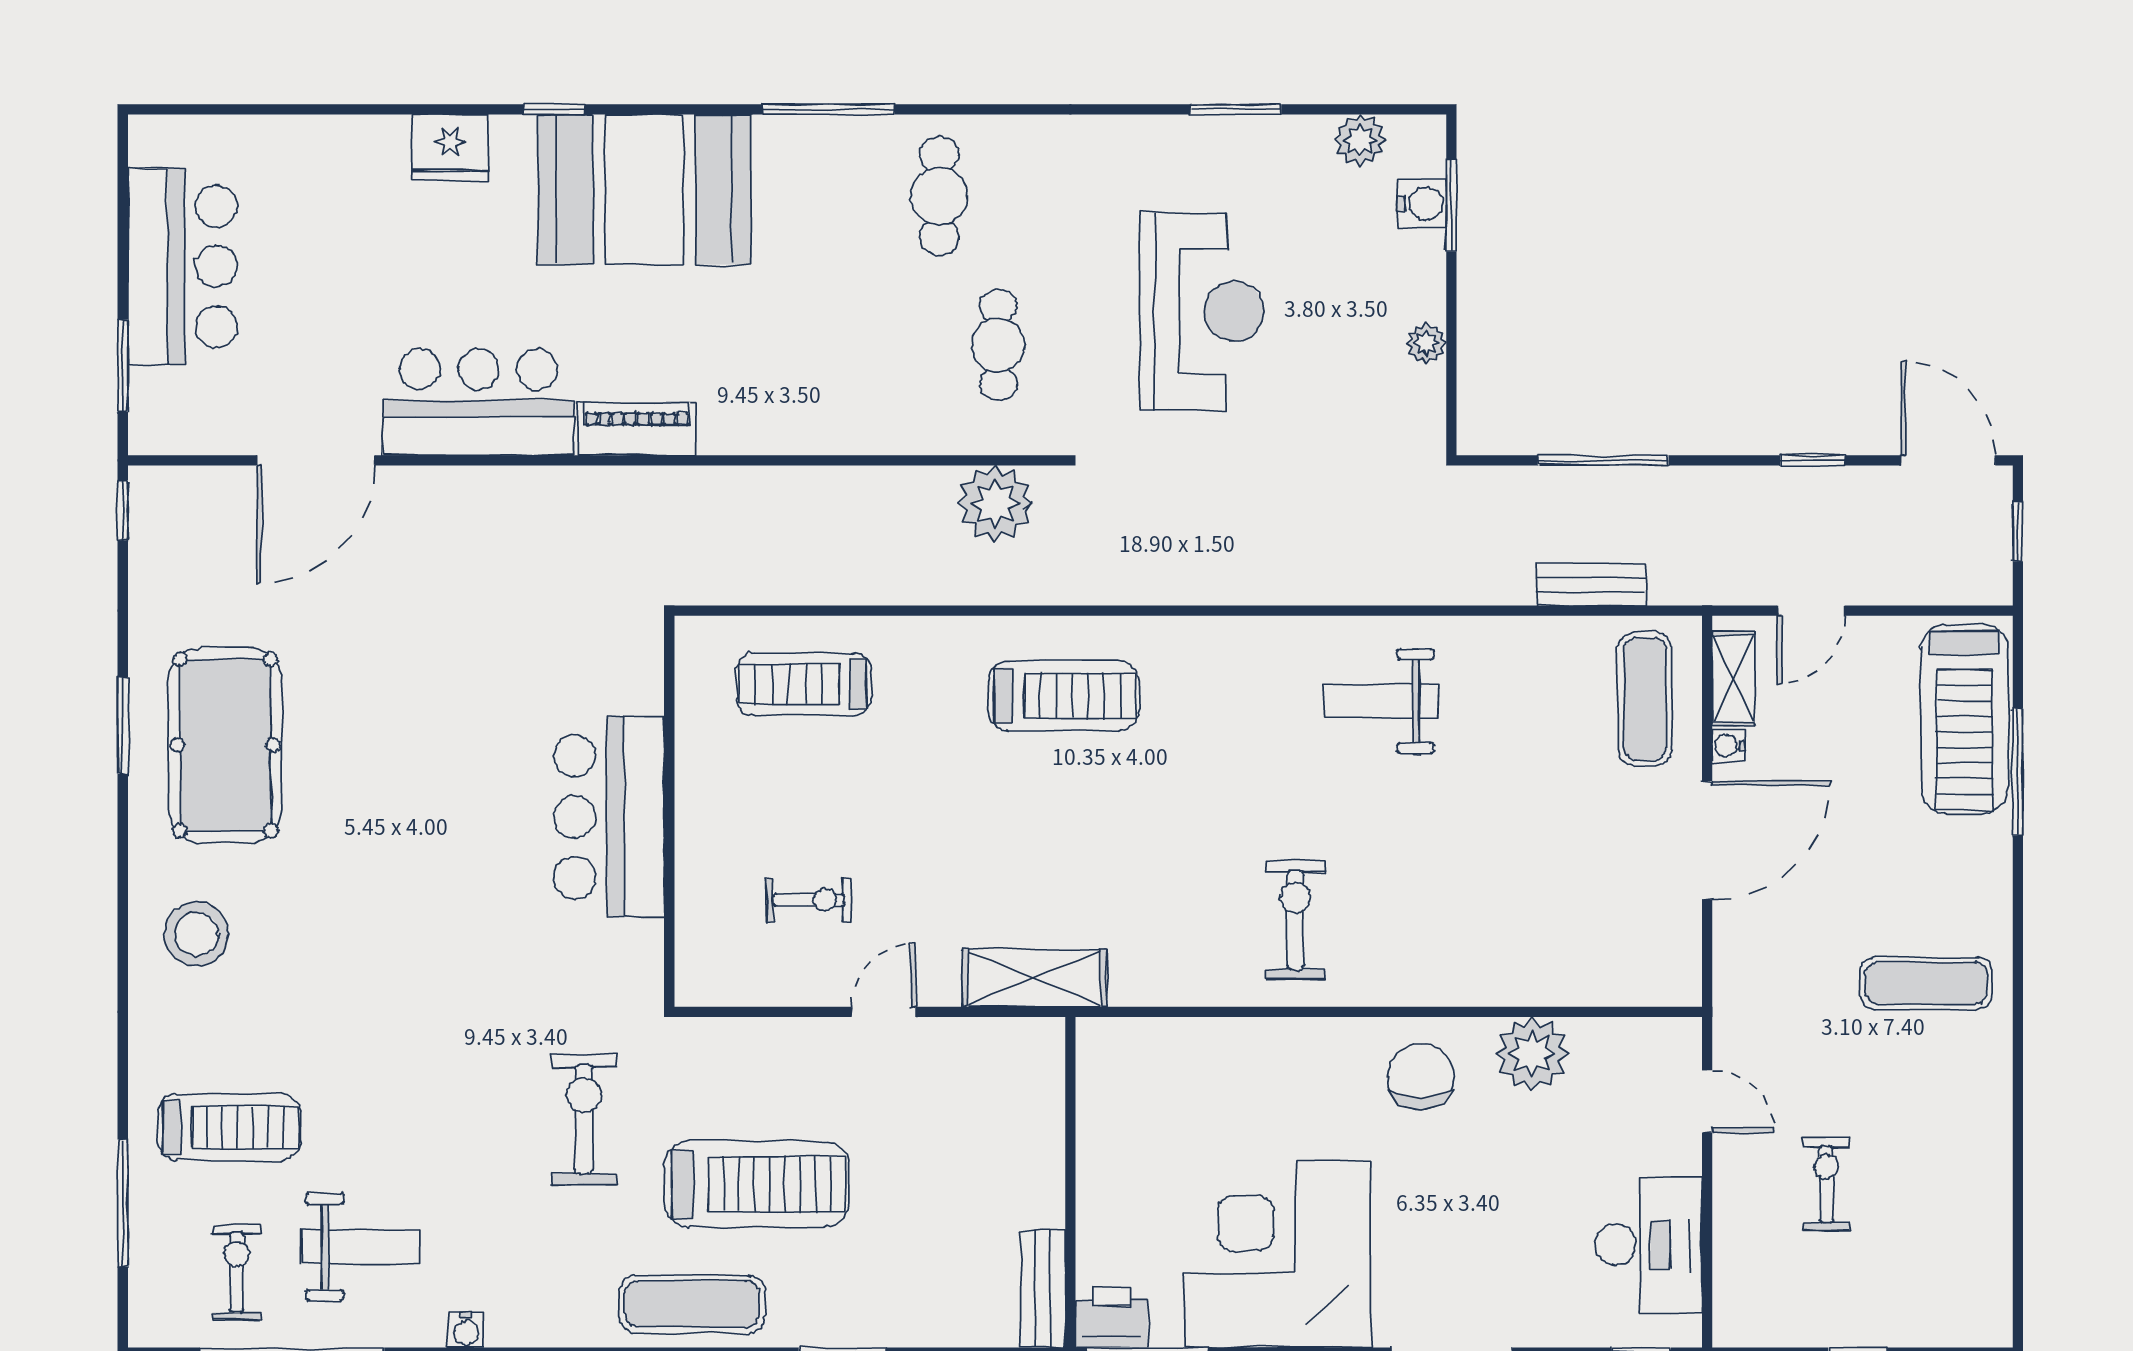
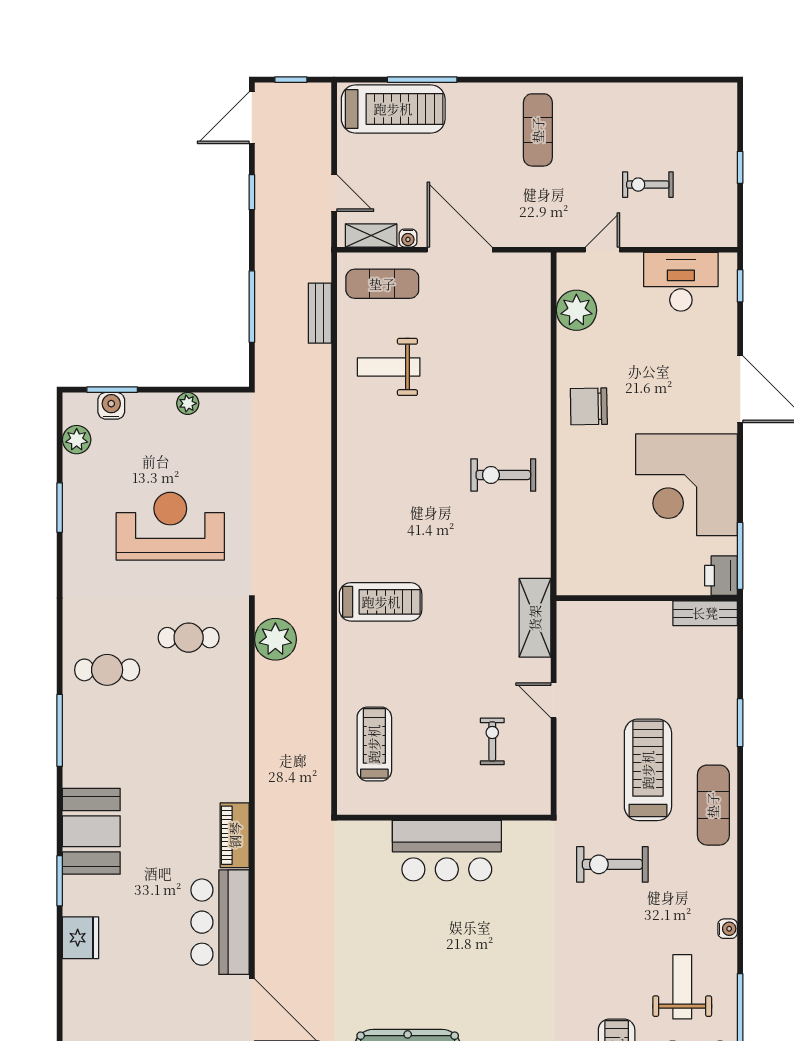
window: (554, 109) -> (60, 881), width x1.50
booth: (644, 189) -> (91, 831), width x0.73, depth x0.70
treadmill: (804, 684) -> (374, 744), turned 180
treadmill: (1064, 696) -> (381, 602), turned 90
weight bench: (1381, 701) -> (389, 367), moved, turned 90
plant: (1532, 1054) -> (576, 310), moved

